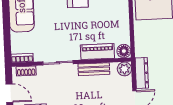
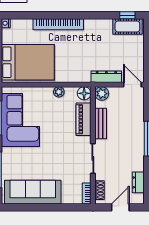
plant: (124, 25) -> (59, 92), added

